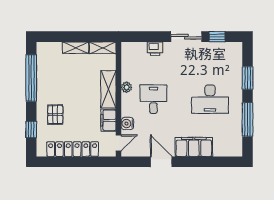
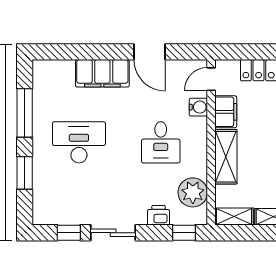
window: (137, 37) -> (184, 233), added
plant: (127, 87) -> (193, 192), moved, width x1.88, depth x1.88

